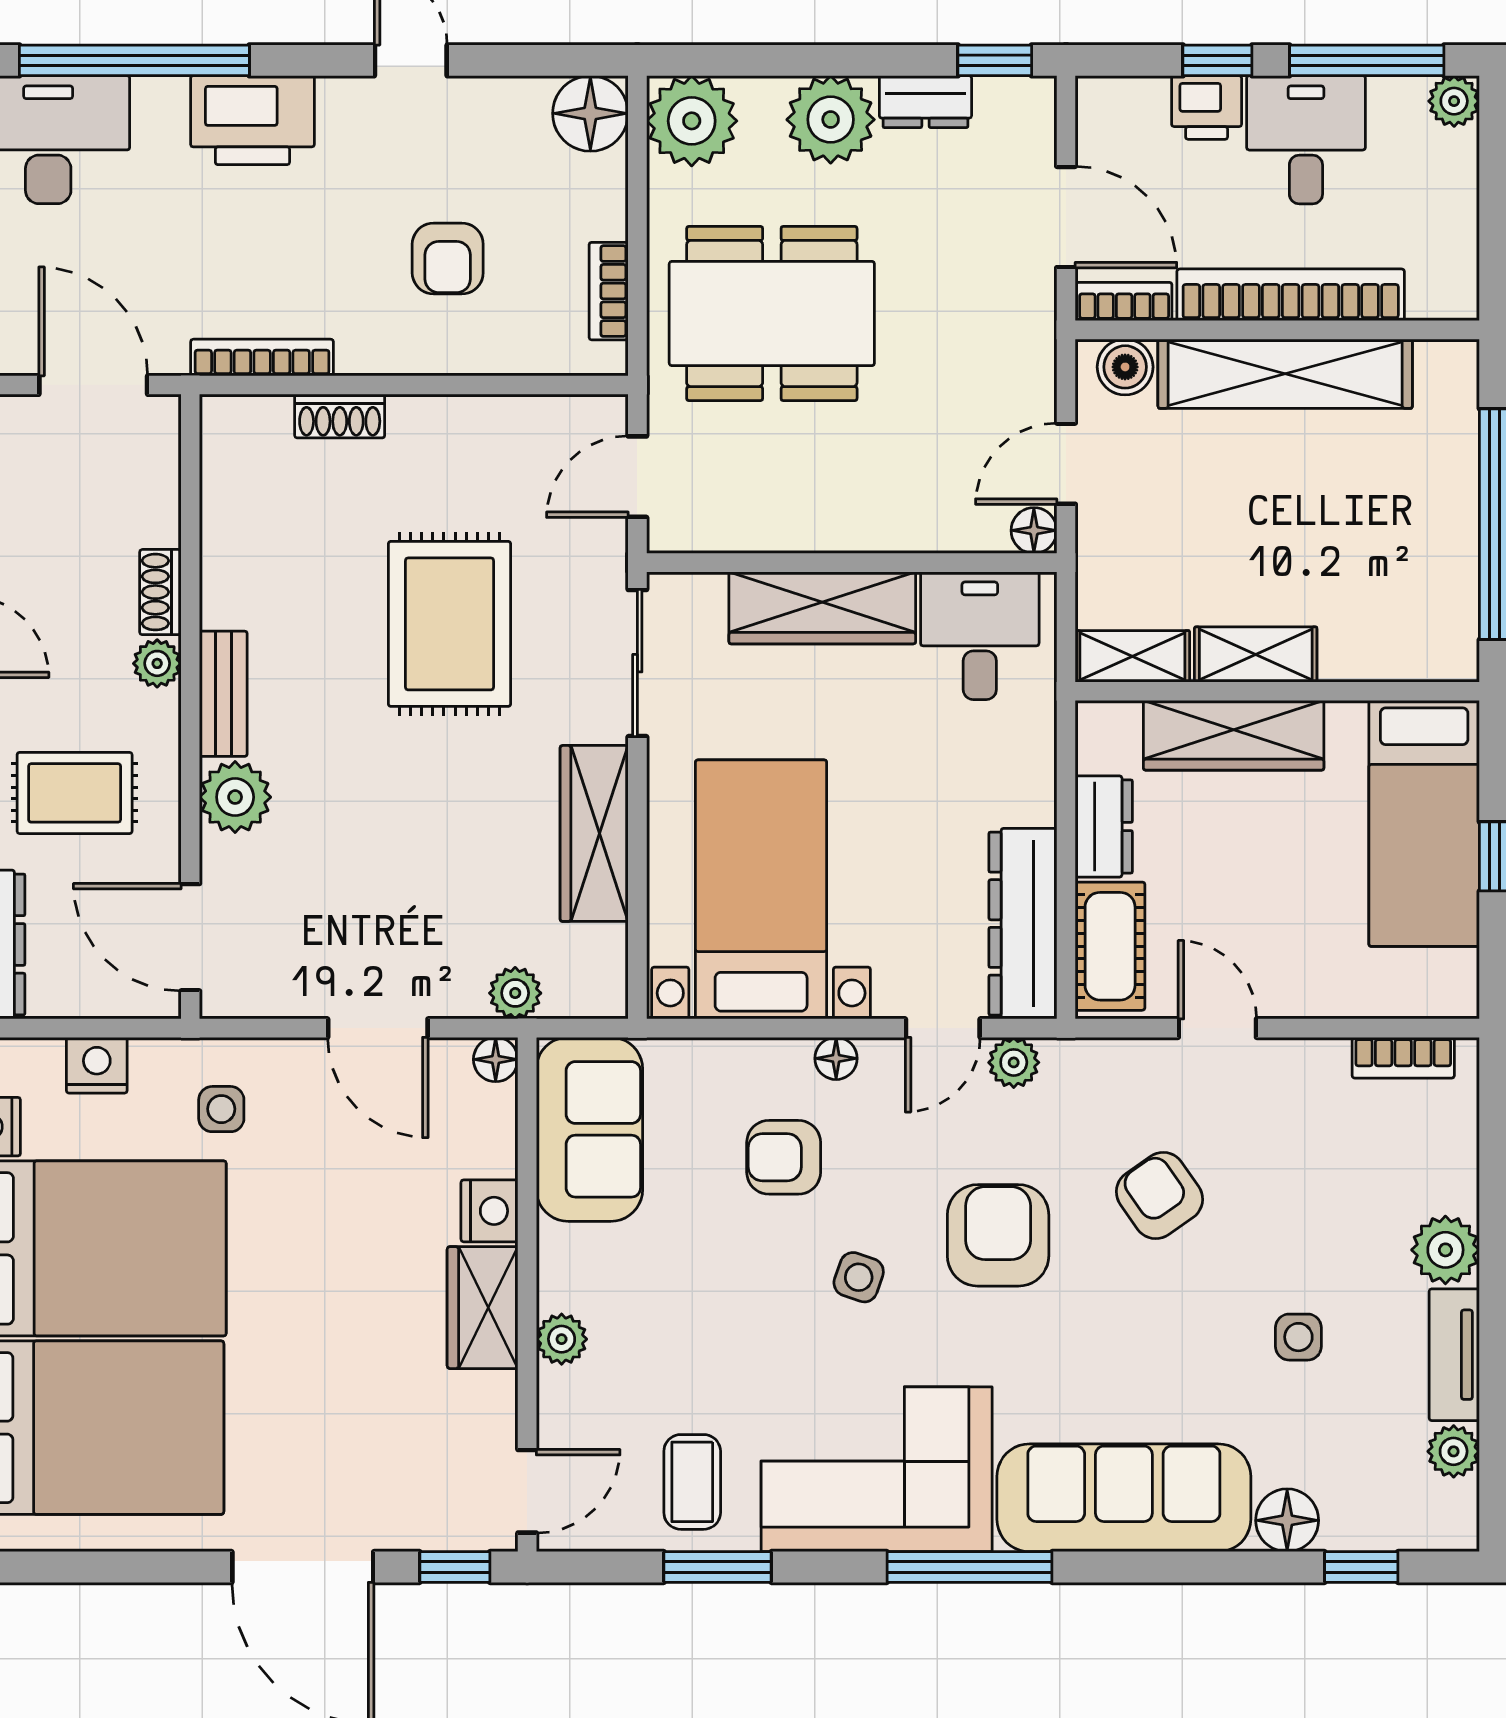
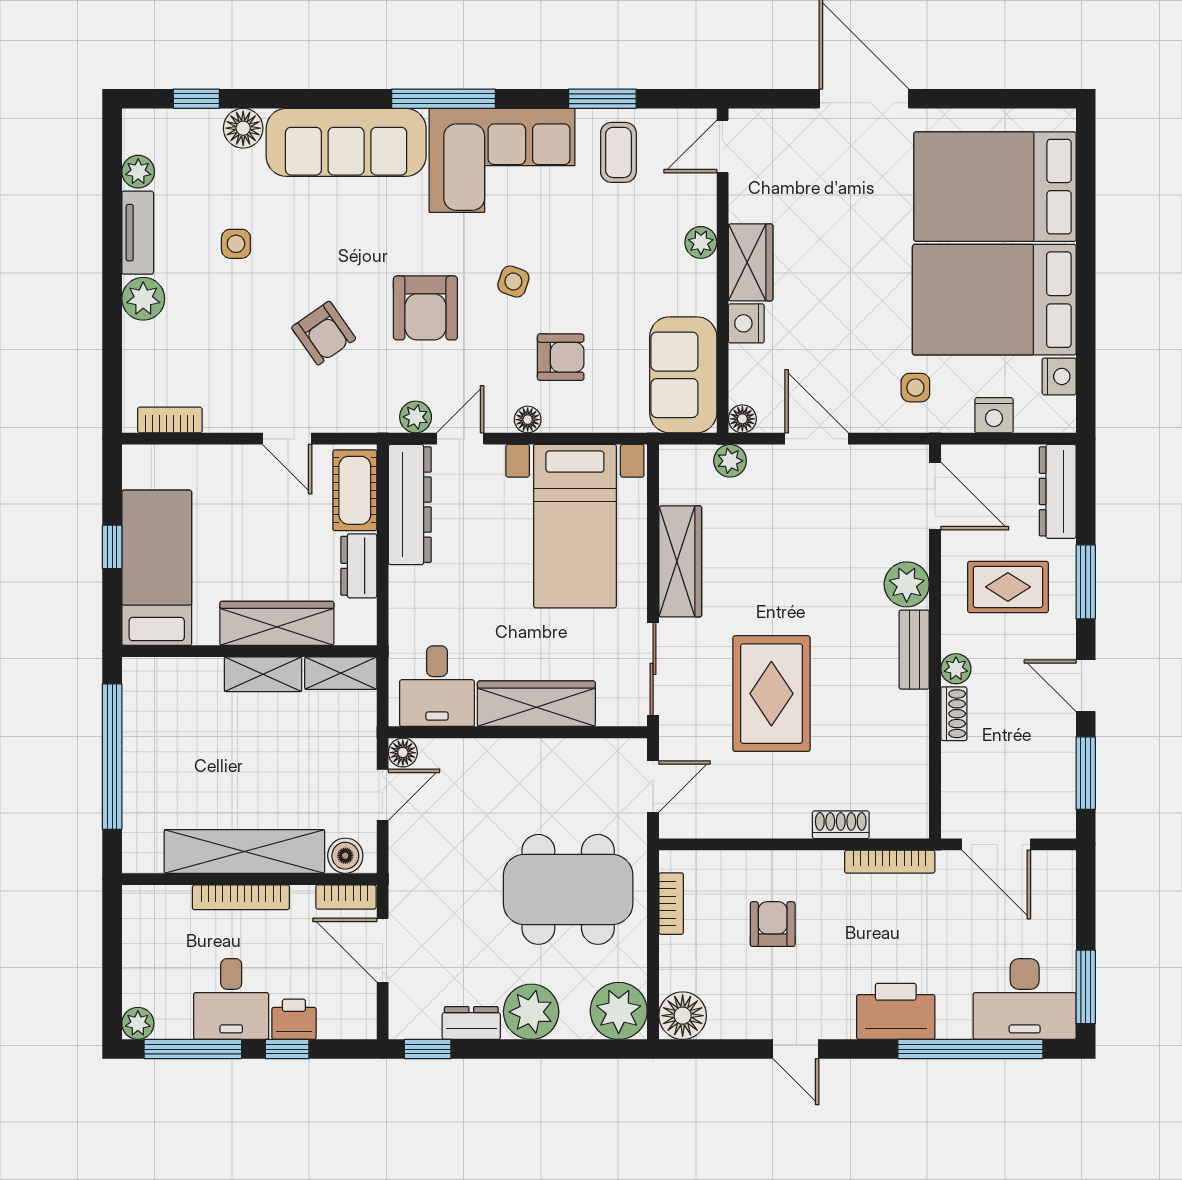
bookcase: (1291, 295) -> (241, 897), width x0.68, depth x0.76
window: (455, 1567) -> (768, 99), removed

